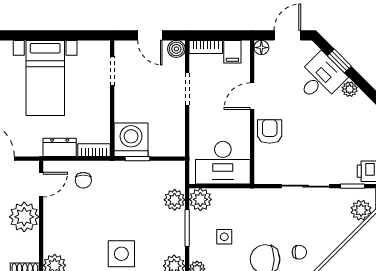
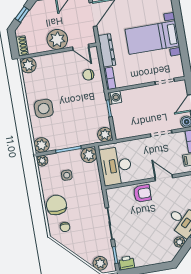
washing machine: (131, 140) -> (115, 98), width x0.53, depth x0.53
dresser: (60, 147) -> (107, 50), width x1.44
plant: (175, 200) -> (105, 135), moved

